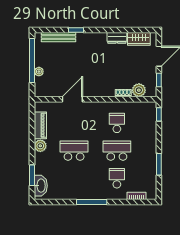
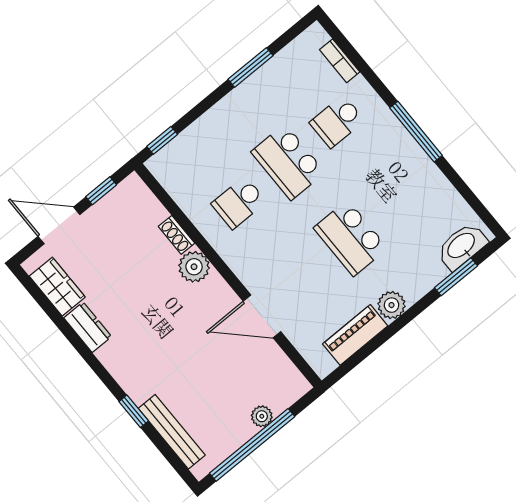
plant: (139, 90) -> (194, 267), moved

